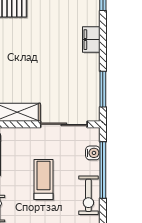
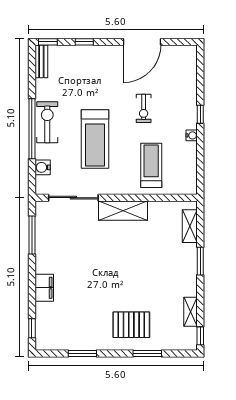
window: (103, 170) -> (32, 129), moved
treadmill: (44, 180) -> (95, 139), width x1.37, depth x1.38

